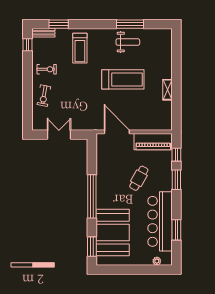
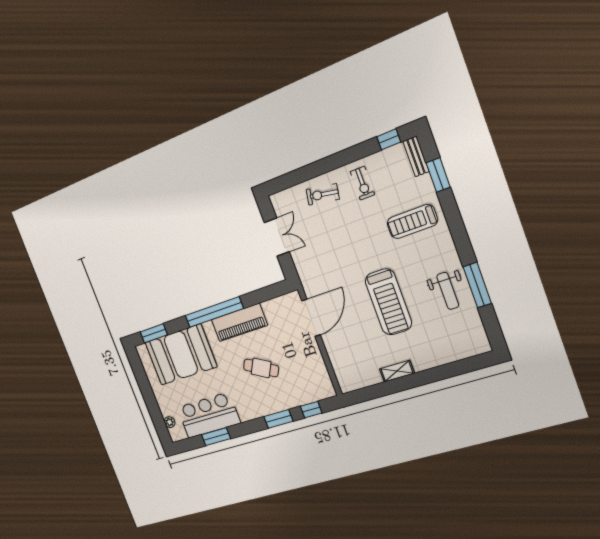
piano: (153, 142) -> (239, 322), moved, turned -90
bar counter: (160, 221) -> (209, 415), width x0.73

